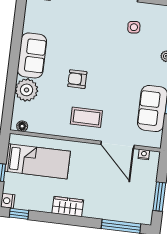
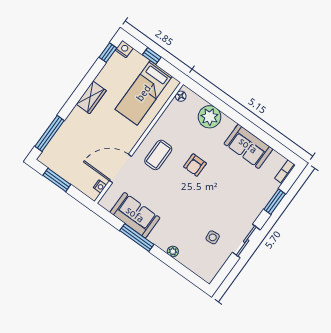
sofa: (32, 55) -> (248, 146), moved
armchair: (77, 79) -> (195, 165), turned 180

